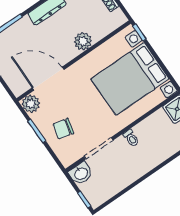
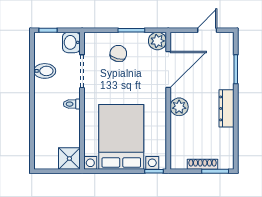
plant: (83, 41) -> (179, 107), moved
bidet: (119, 179) -> (45, 71), added

